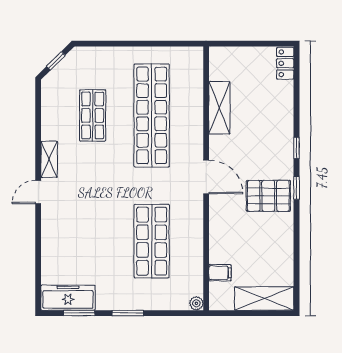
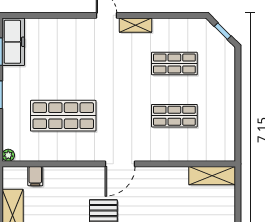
shelving: (219, 108) -> (212, 176), moved
shop shelf: (152, 115) -> (174, 116), width x0.50, depth x0.74

